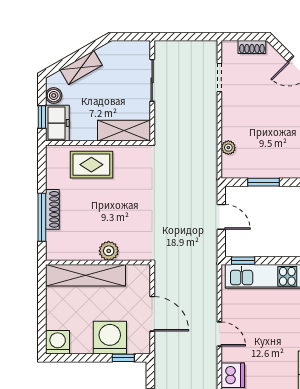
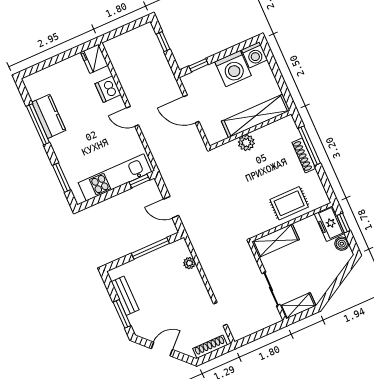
shoe rack: (252, 47) -> (210, 347), width x1.43
shelving: (81, 68) -> (298, 306), moved, turned 30
window: (263, 182) -> (150, 248), width x1.44
washing machine: (110, 338) -> (233, 69), moved

